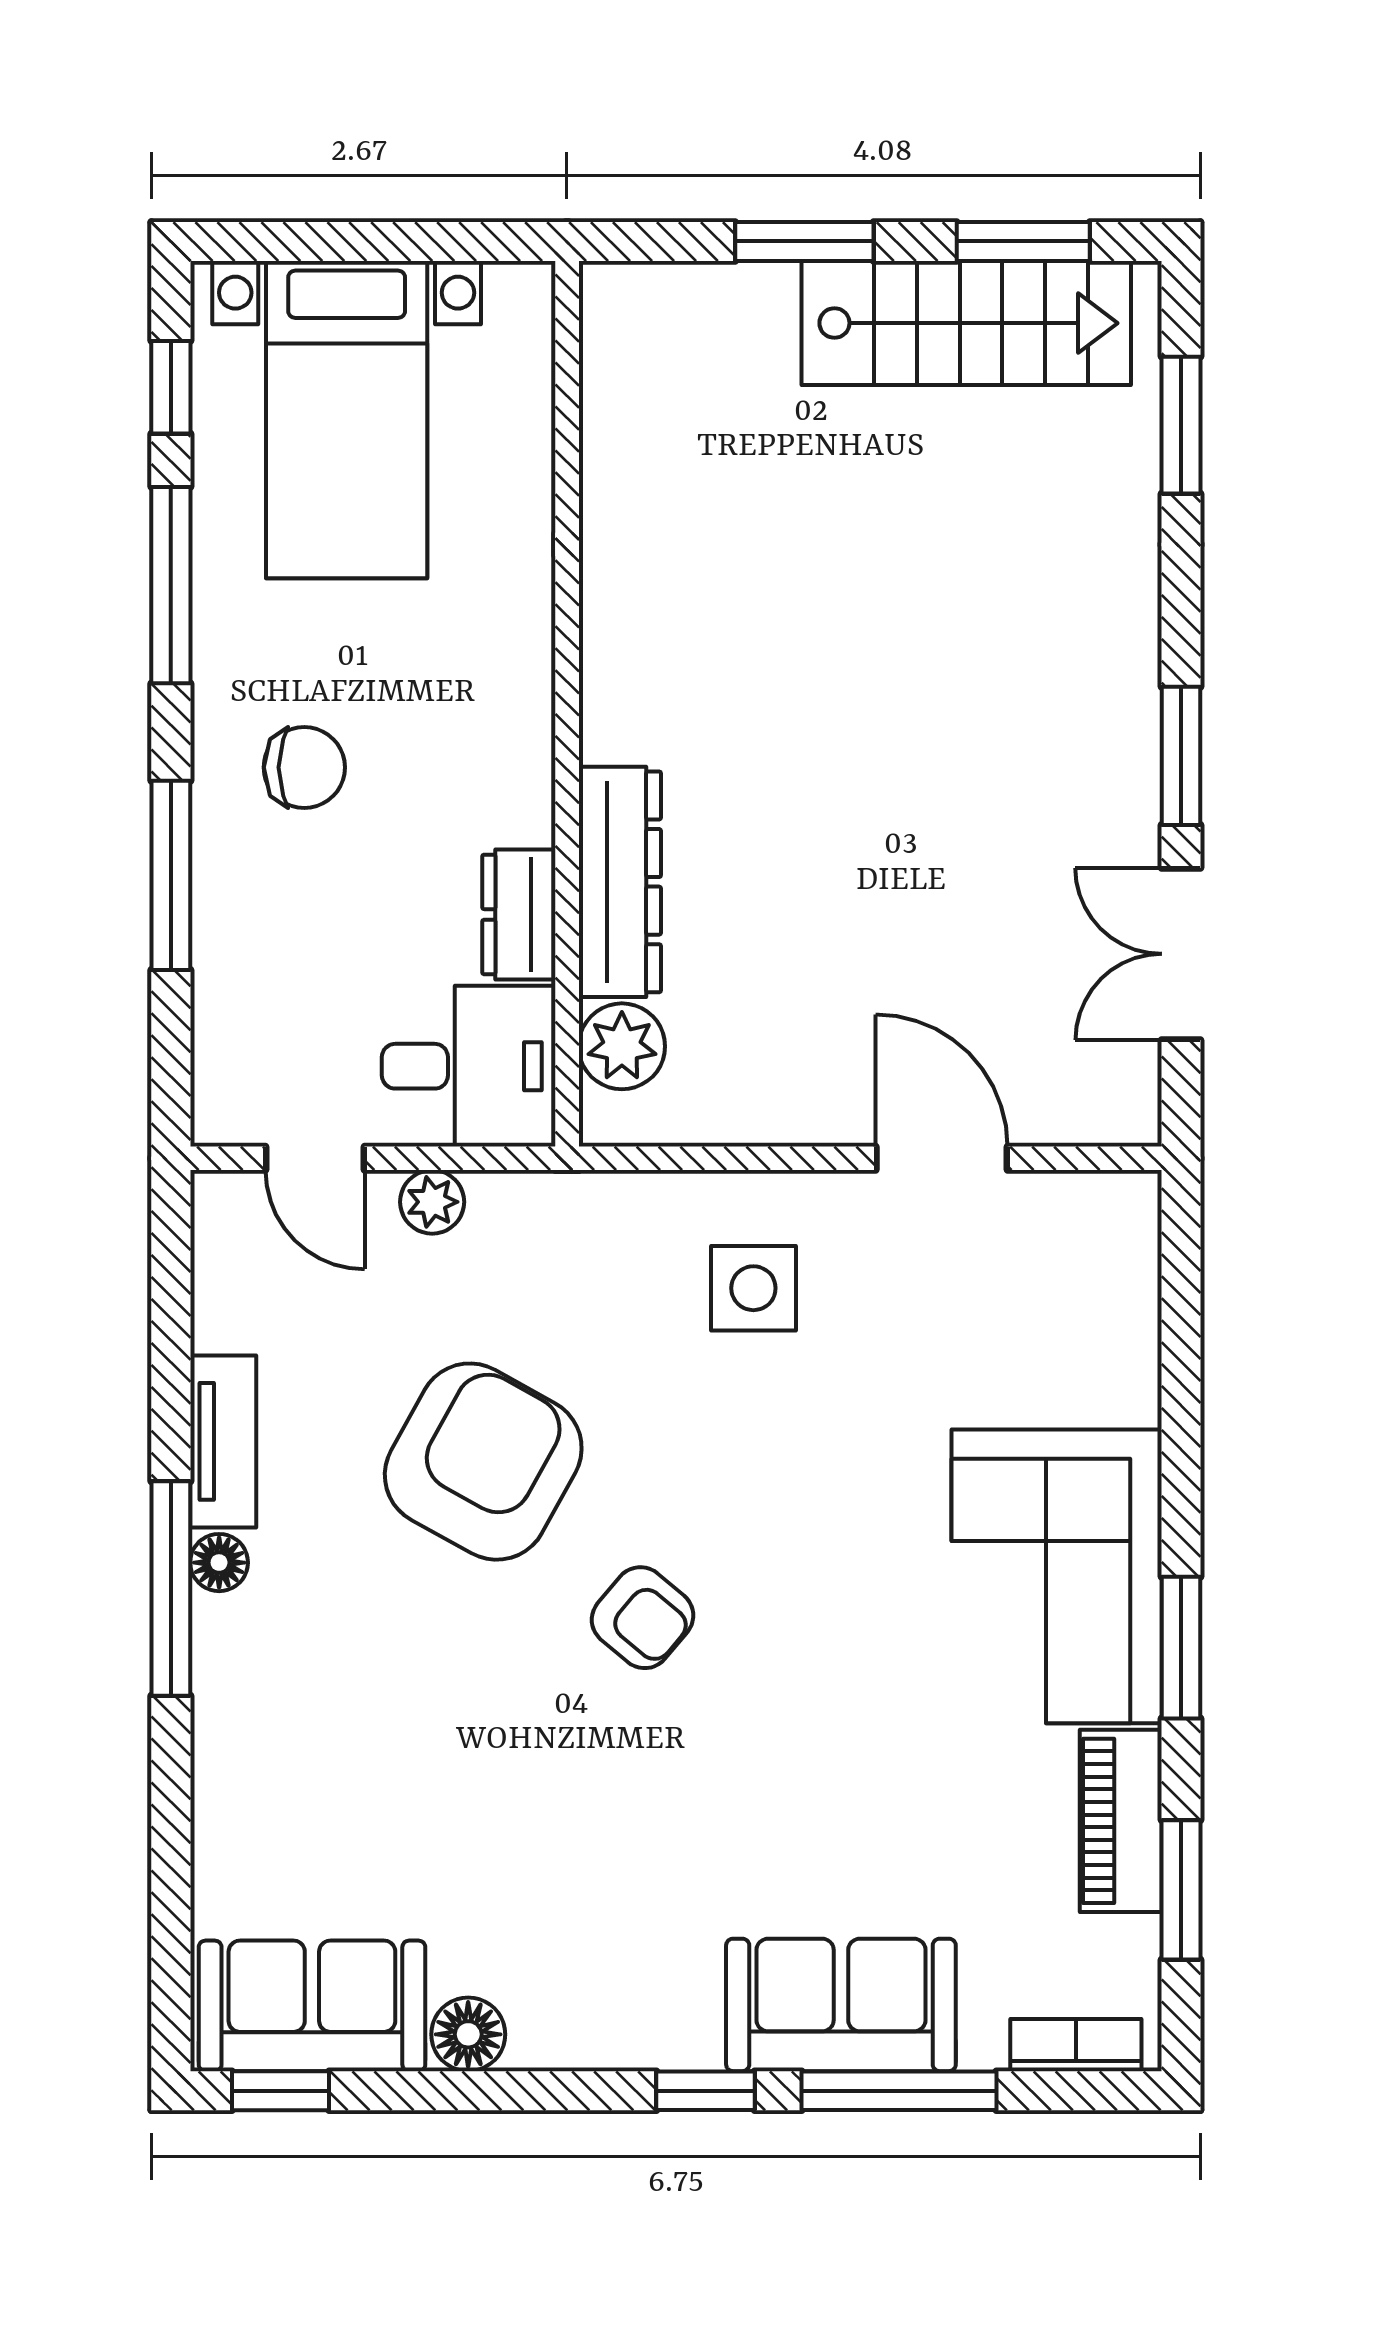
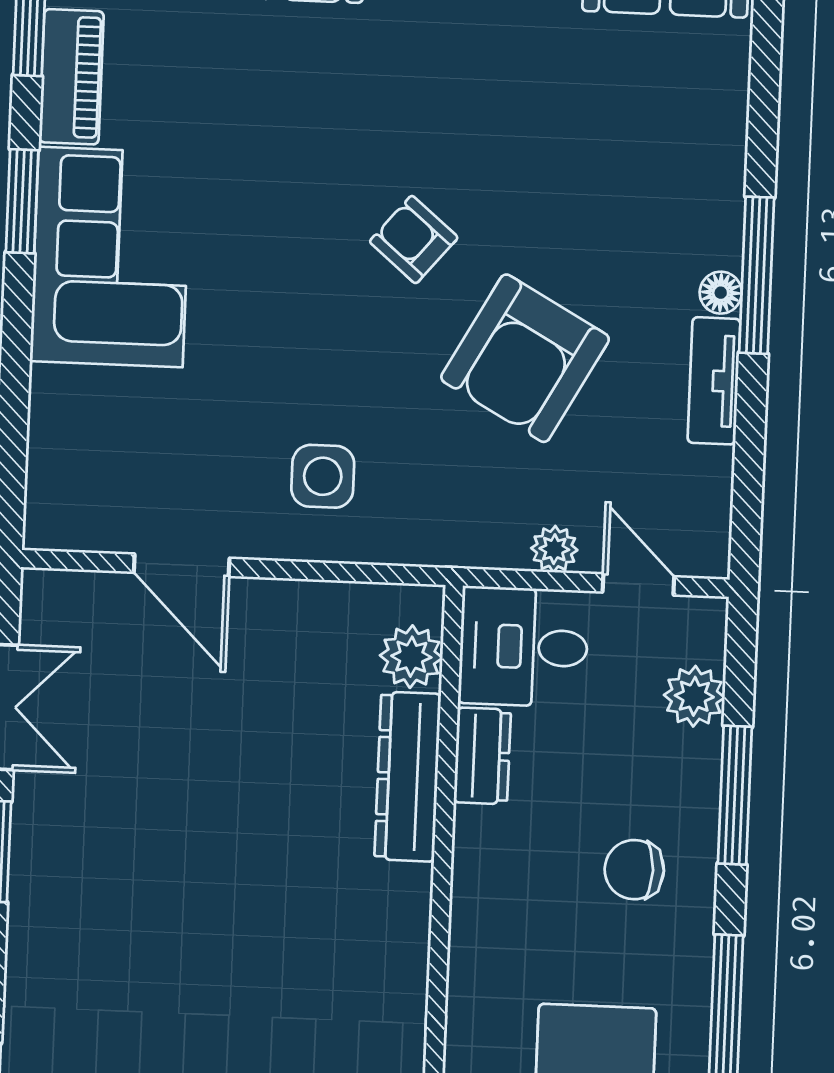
plant: (232, 1008) -> (694, 696), added

